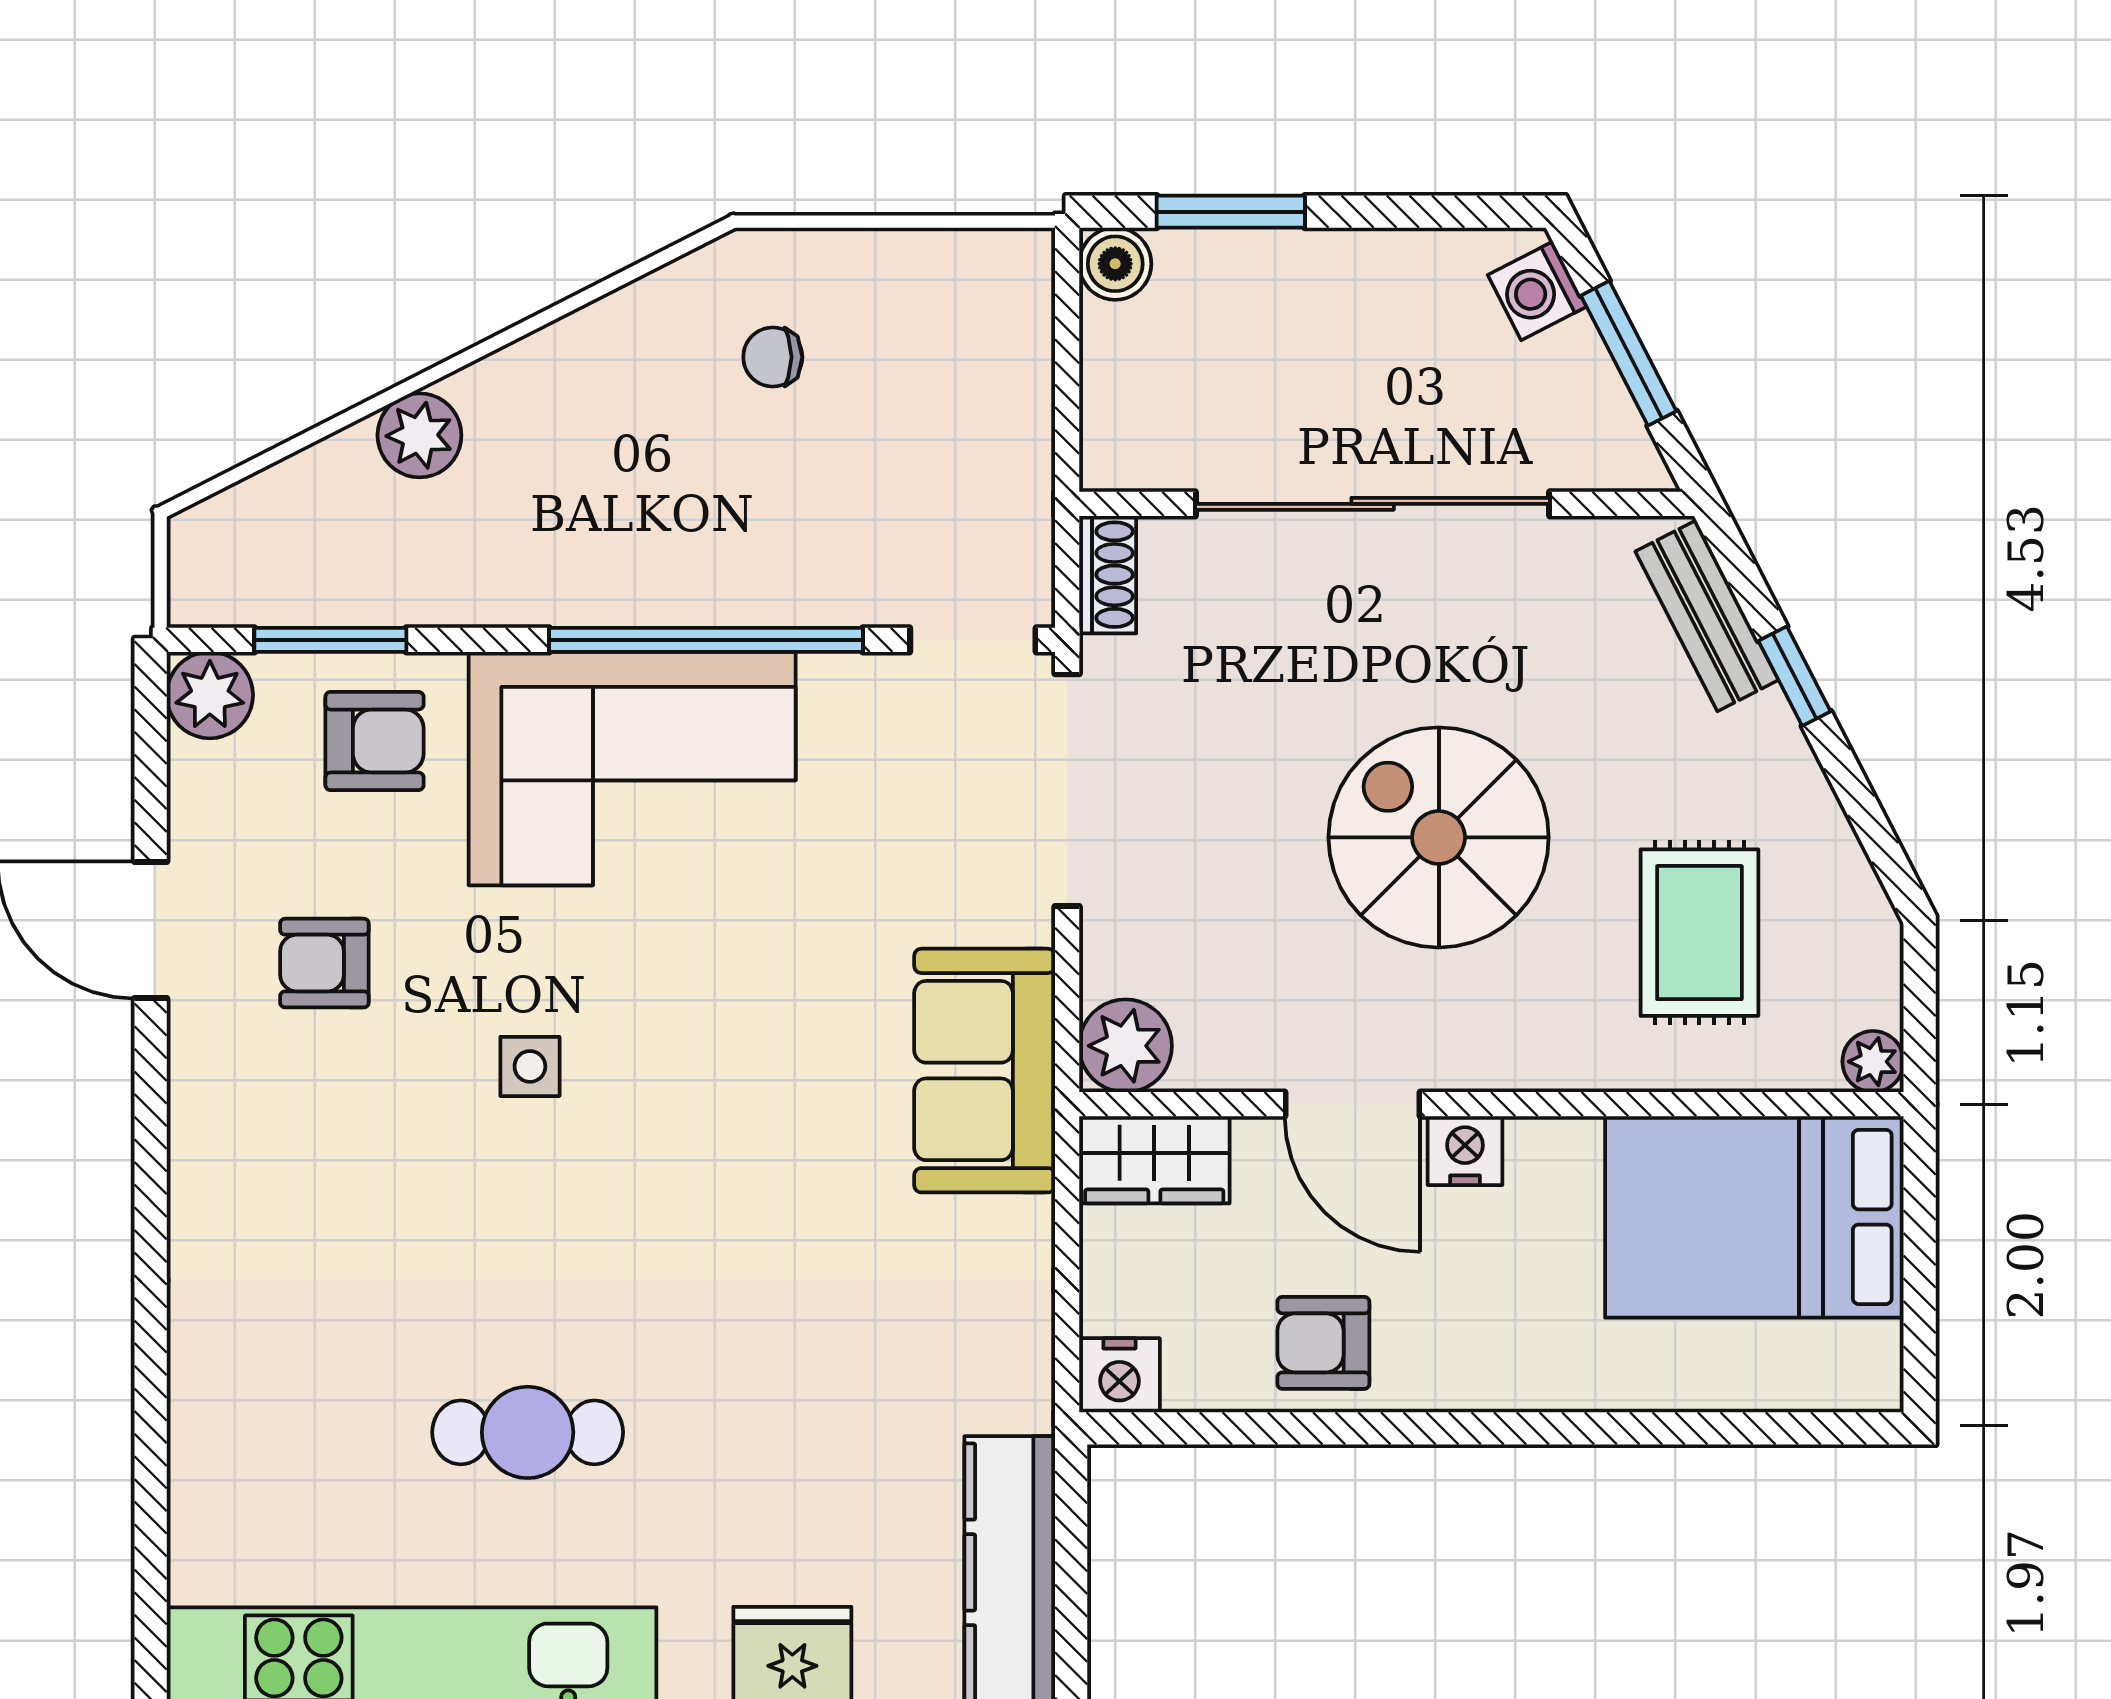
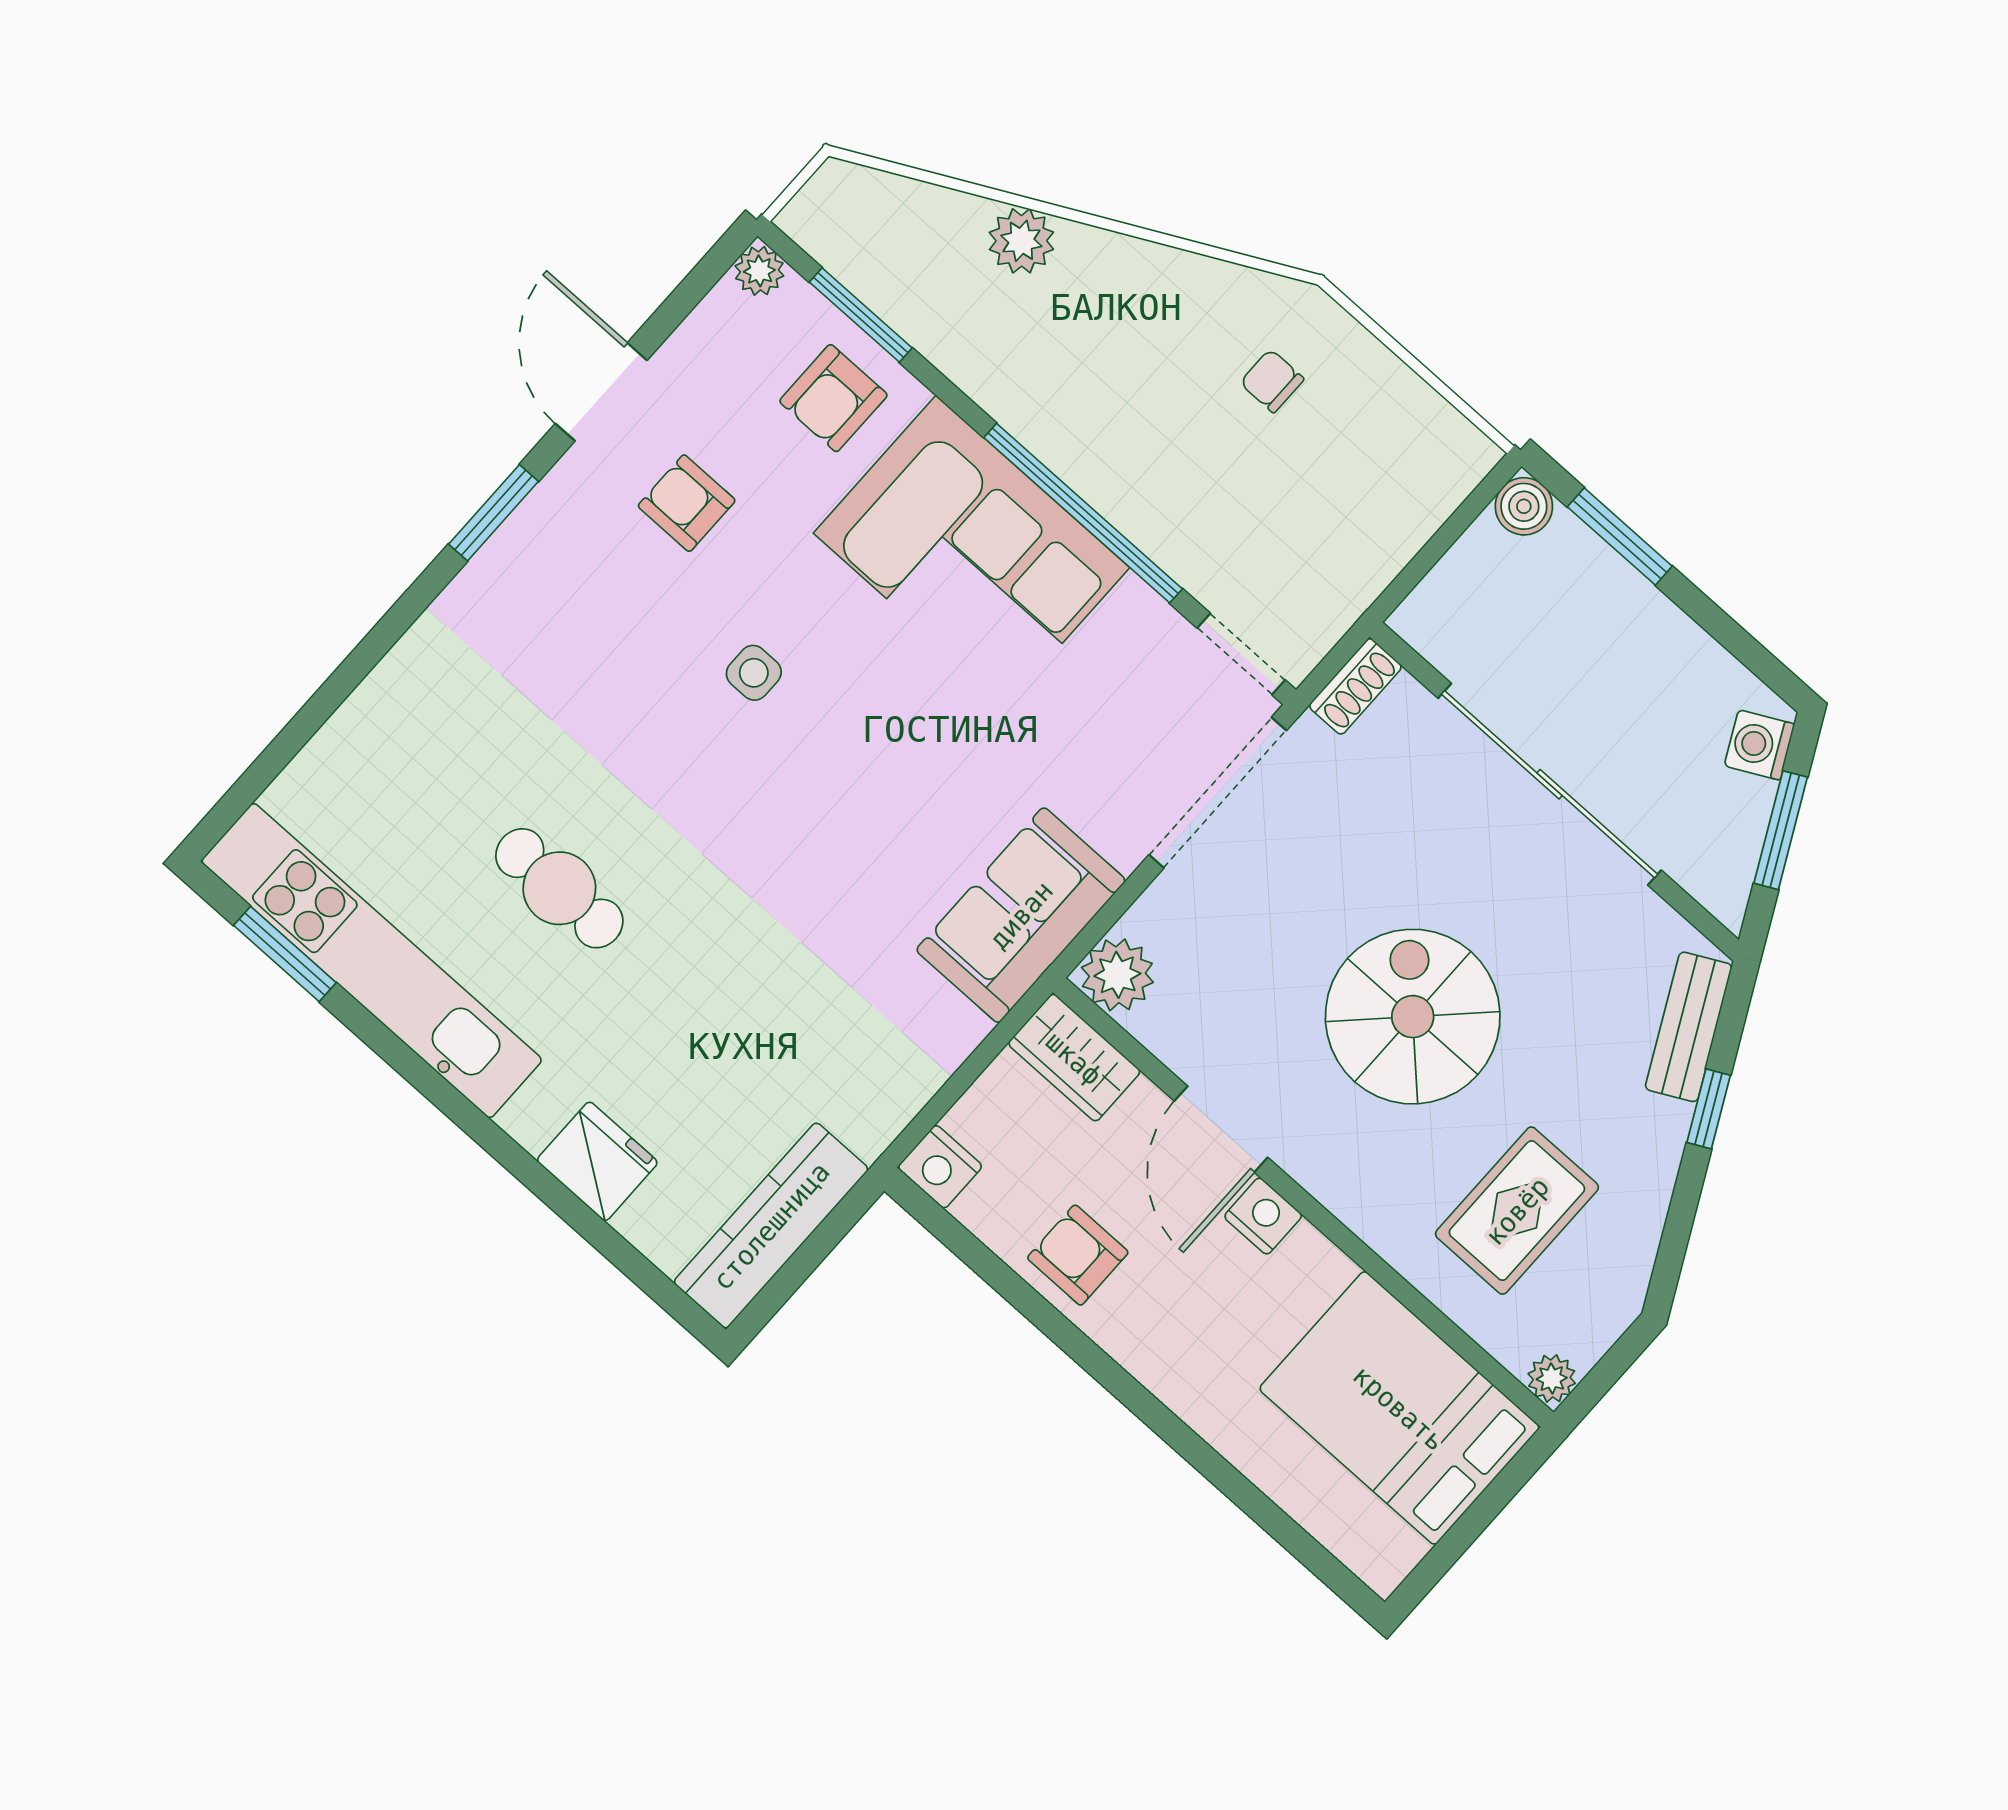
plant: (210, 695) -> (759, 271), width x0.73, depth x0.73
armchair: (374, 741) -> (833, 398), turned 90
window: (151, 1134) -> (494, 513), added

